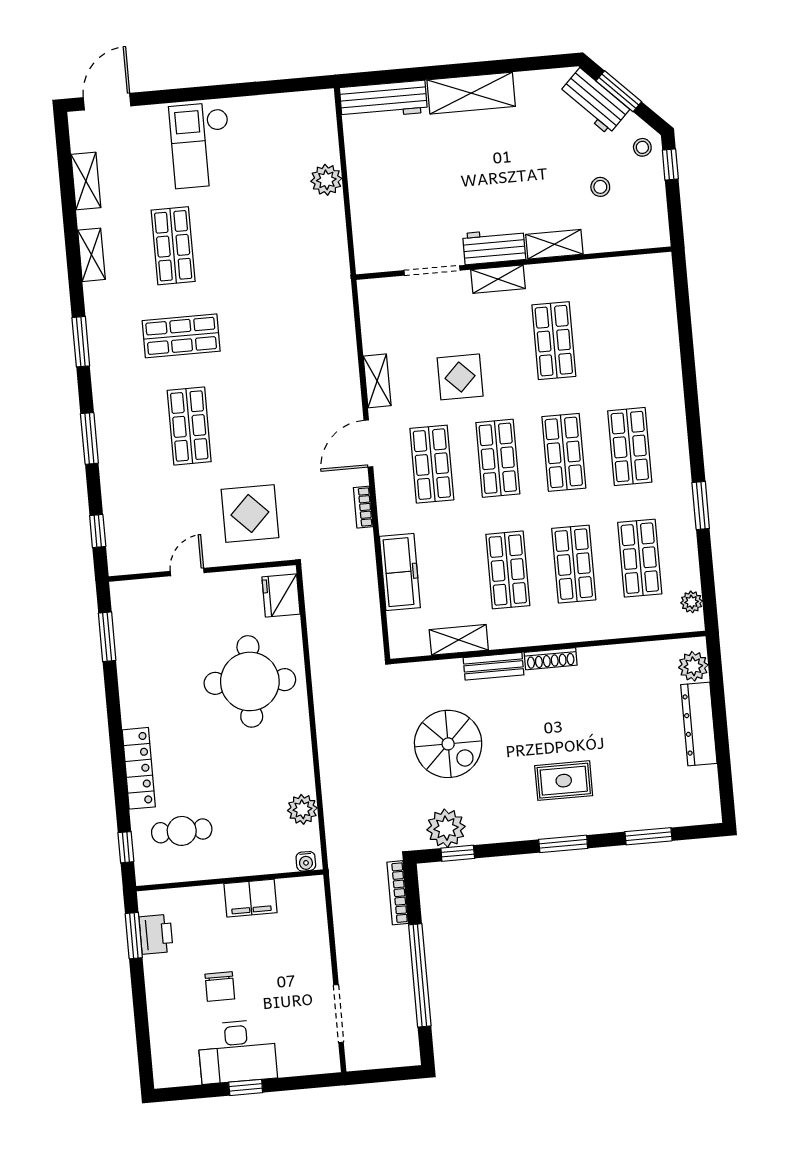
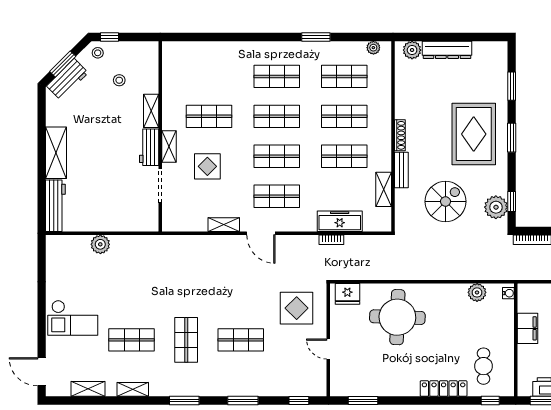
display table: (460, 377) -> (207, 166), moved
bookcase: (363, 507) -> (331, 240), moved
rug: (564, 781) -> (474, 134), width x1.86, depth x2.06

